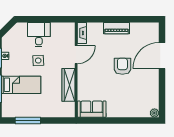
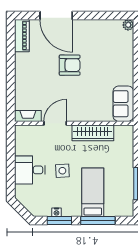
piano: (117, 28) -> (22, 36), moved
door: (76, 55) -> (55, 123), hinge flipped
armchair: (122, 66) -> (70, 65), turned 180

